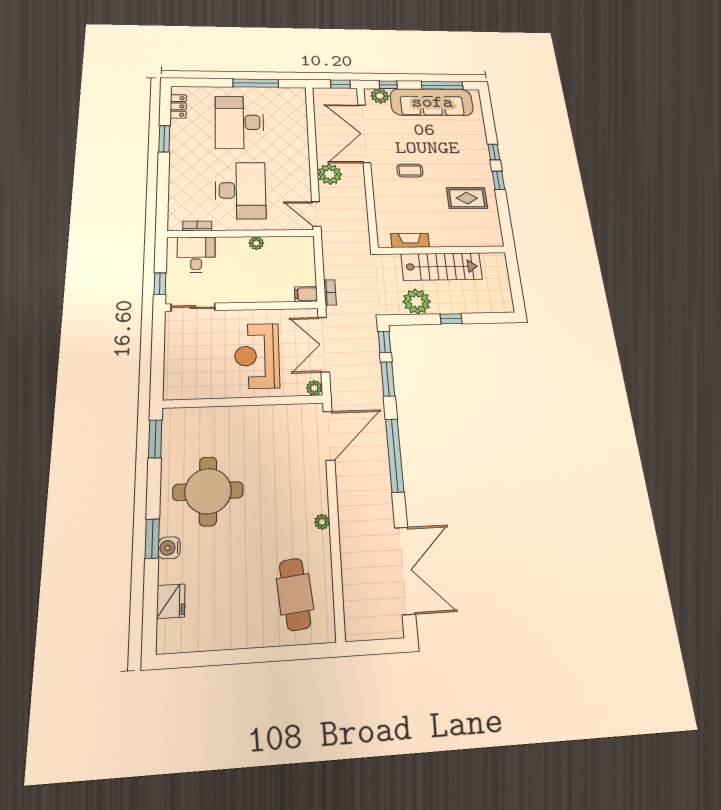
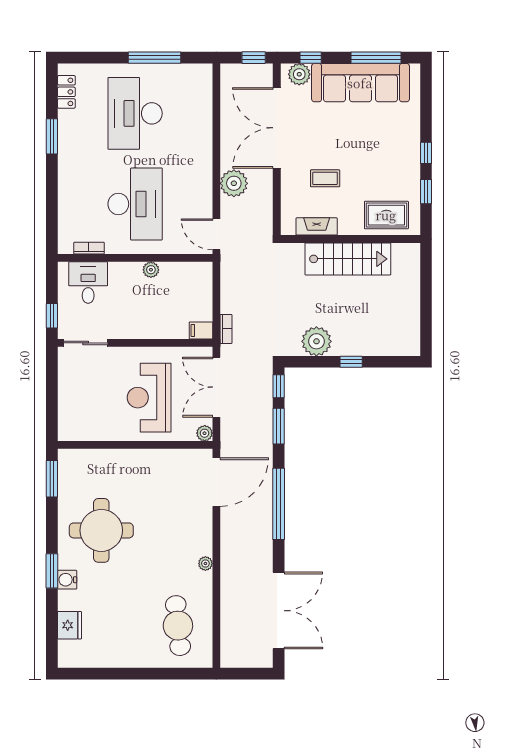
fireplace: (410, 240) -> (317, 226), moved
wall: (442, 250) -> (350, 239), moved
stairs: (442, 267) -> (348, 259), moved

